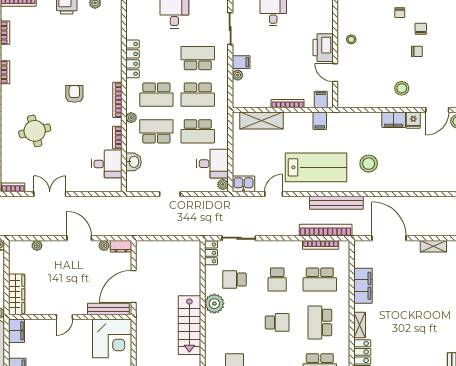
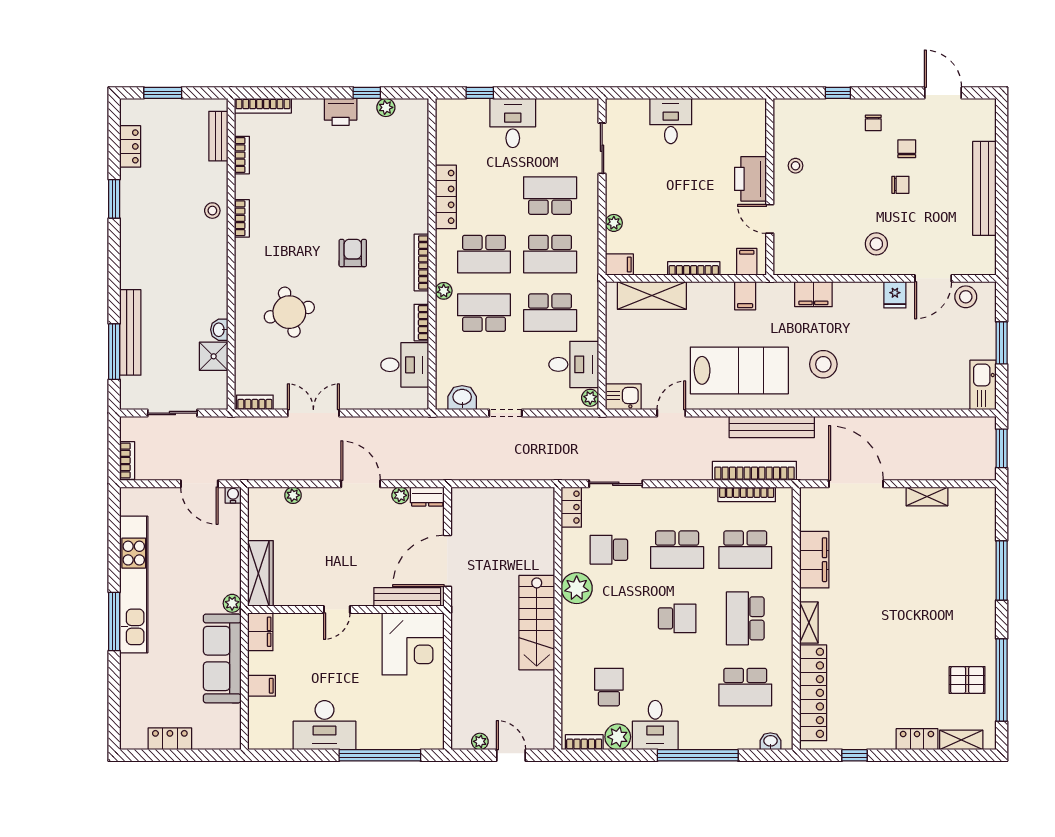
filing cabinet: (241, 62) -> (619, 265), moved
filing cabinet: (394, 120) -> (813, 294), moved
washbasin: (134, 162) -> (462, 398), moved, turned -90
school desk: (277, 280) -> (677, 550), width x1.85

